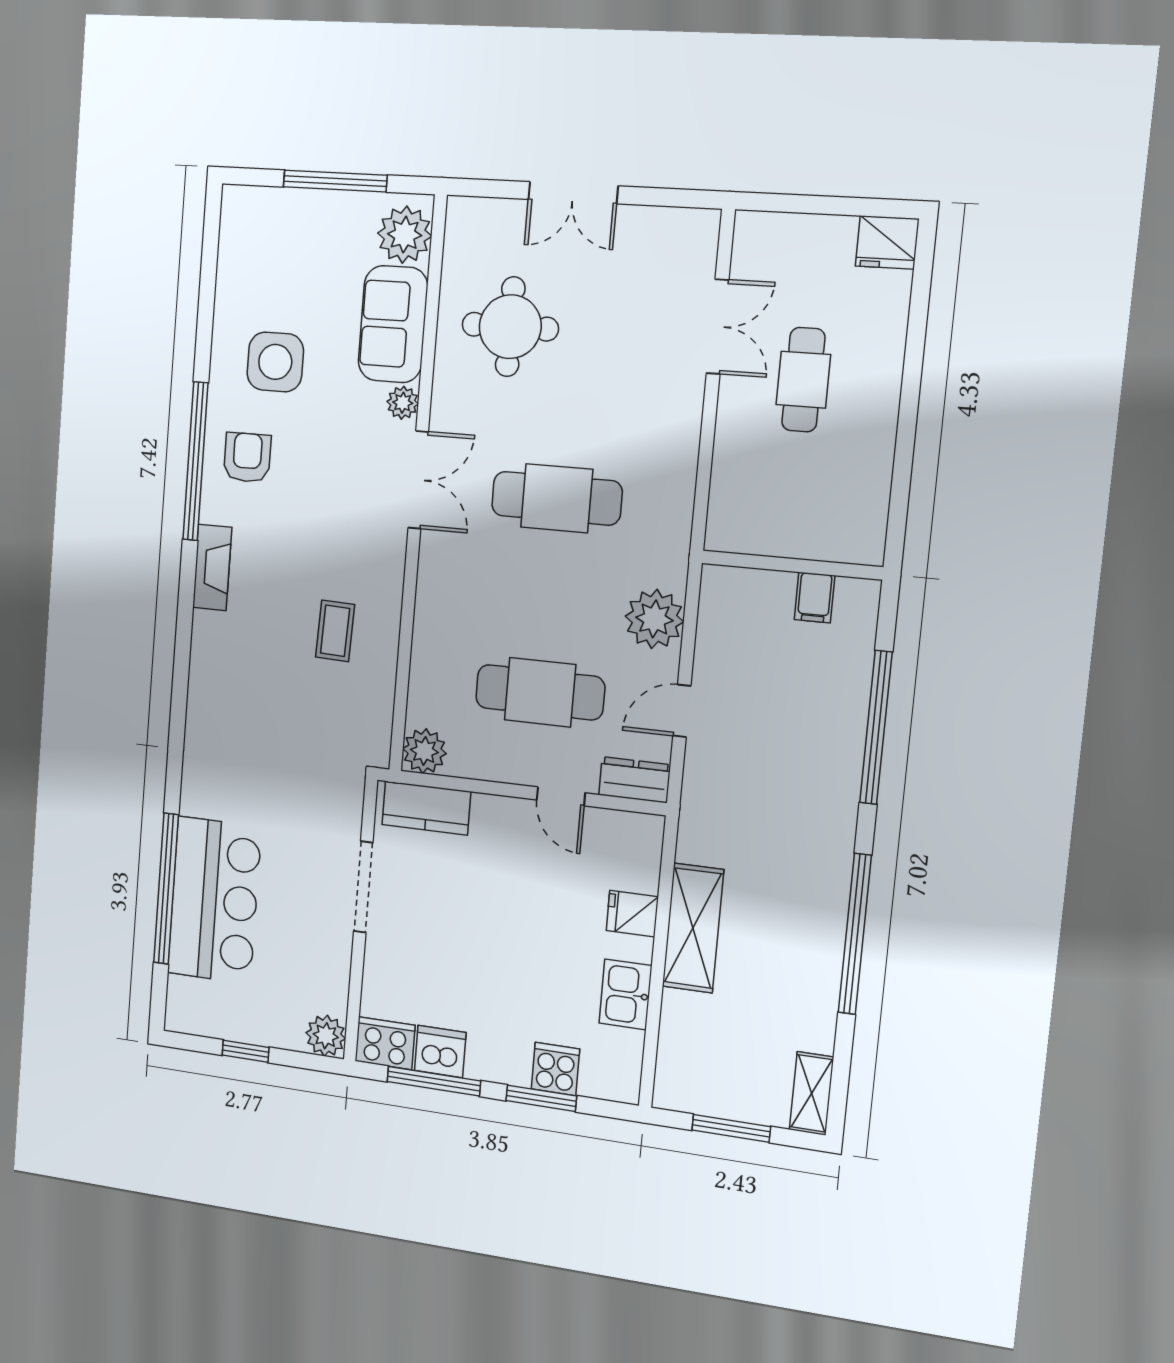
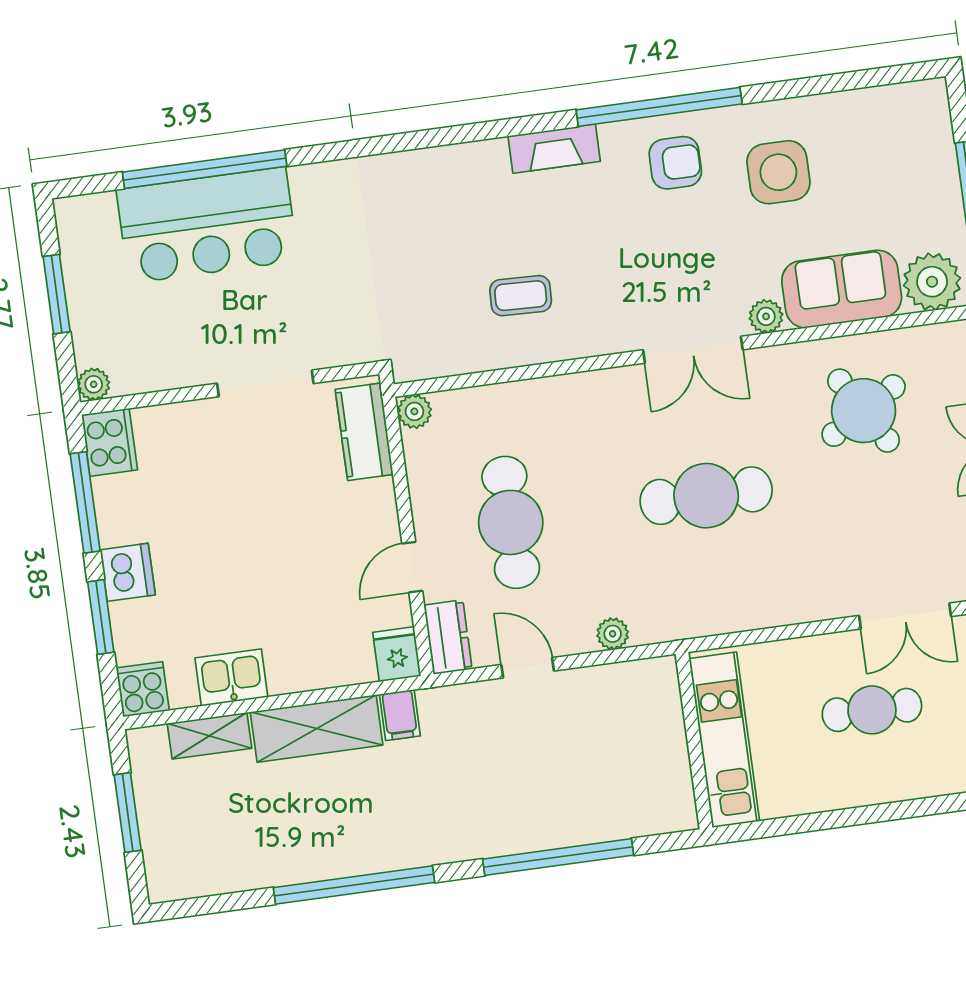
round table: (510, 327) -> (864, 411), turned -31
cafe table: (557, 498) -> (706, 496), turned 90
kitchen unit: (798, 535) -> (724, 740), added
filing cabinet: (815, 598) -> (400, 715), moved, turned -90
plant: (654, 619) -> (613, 634), width x0.53, depth x0.53
plant: (424, 751) -> (414, 411), width x0.73, depth x0.73
fridge: (632, 914) -> (397, 654), moved
plant: (326, 1036) -> (94, 384), width x0.73, depth x0.73
window: (246, 1051) -> (57, 294), width x1.50
dishwasher: (440, 1051) -> (128, 572), moved
cooker: (555, 1069) -> (143, 689), moved, turned -90
shelving: (812, 1093) -> (210, 736), moved

